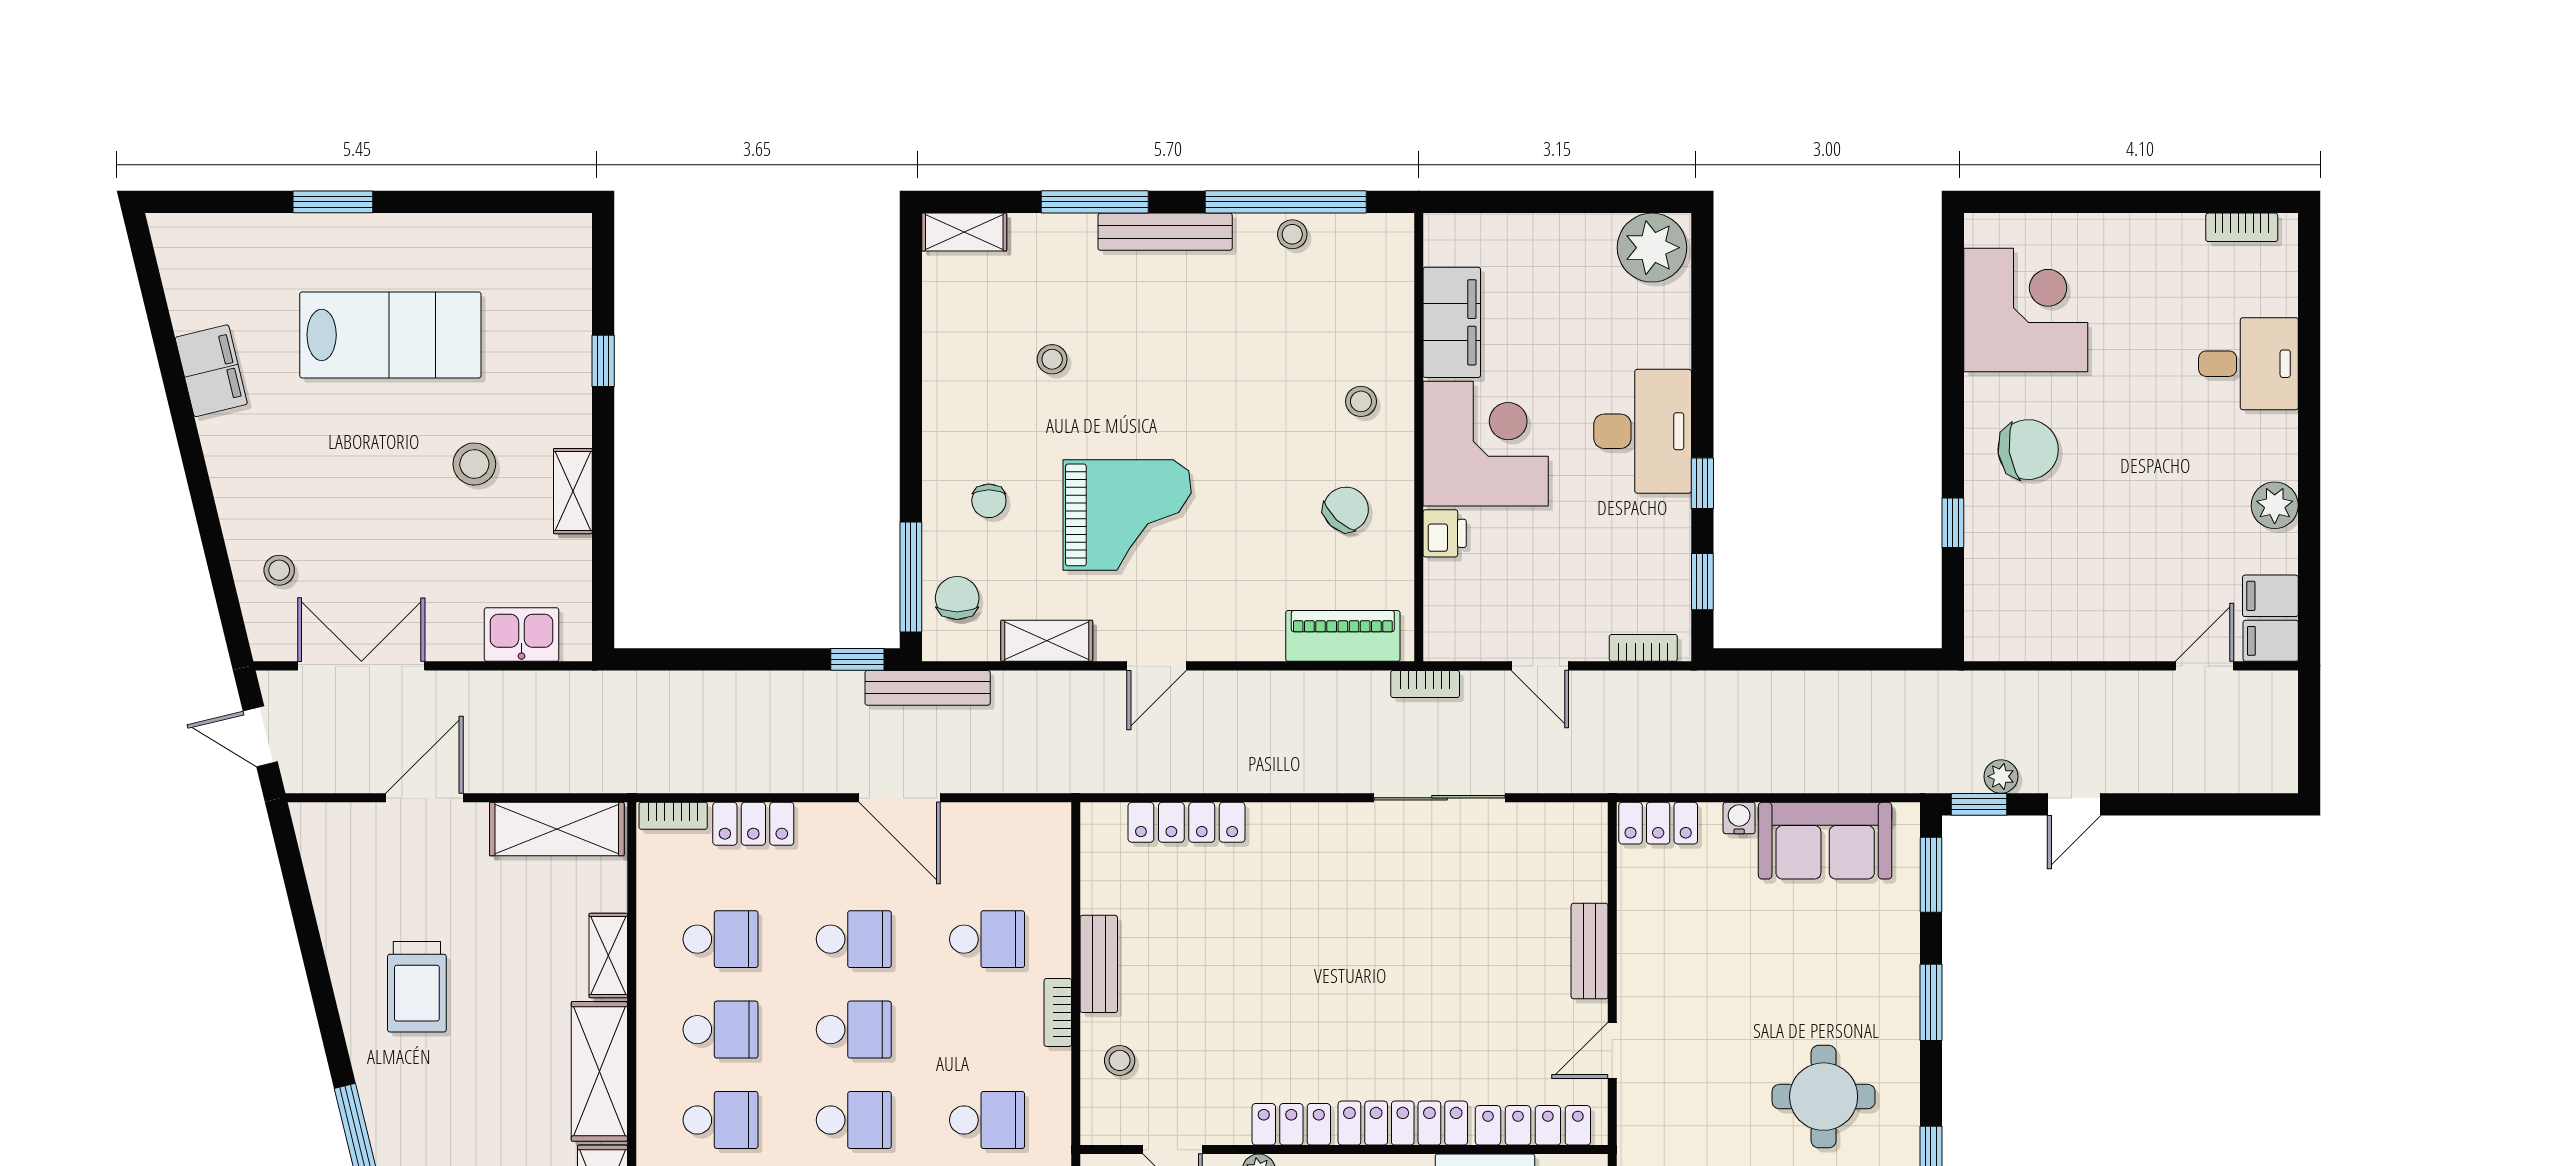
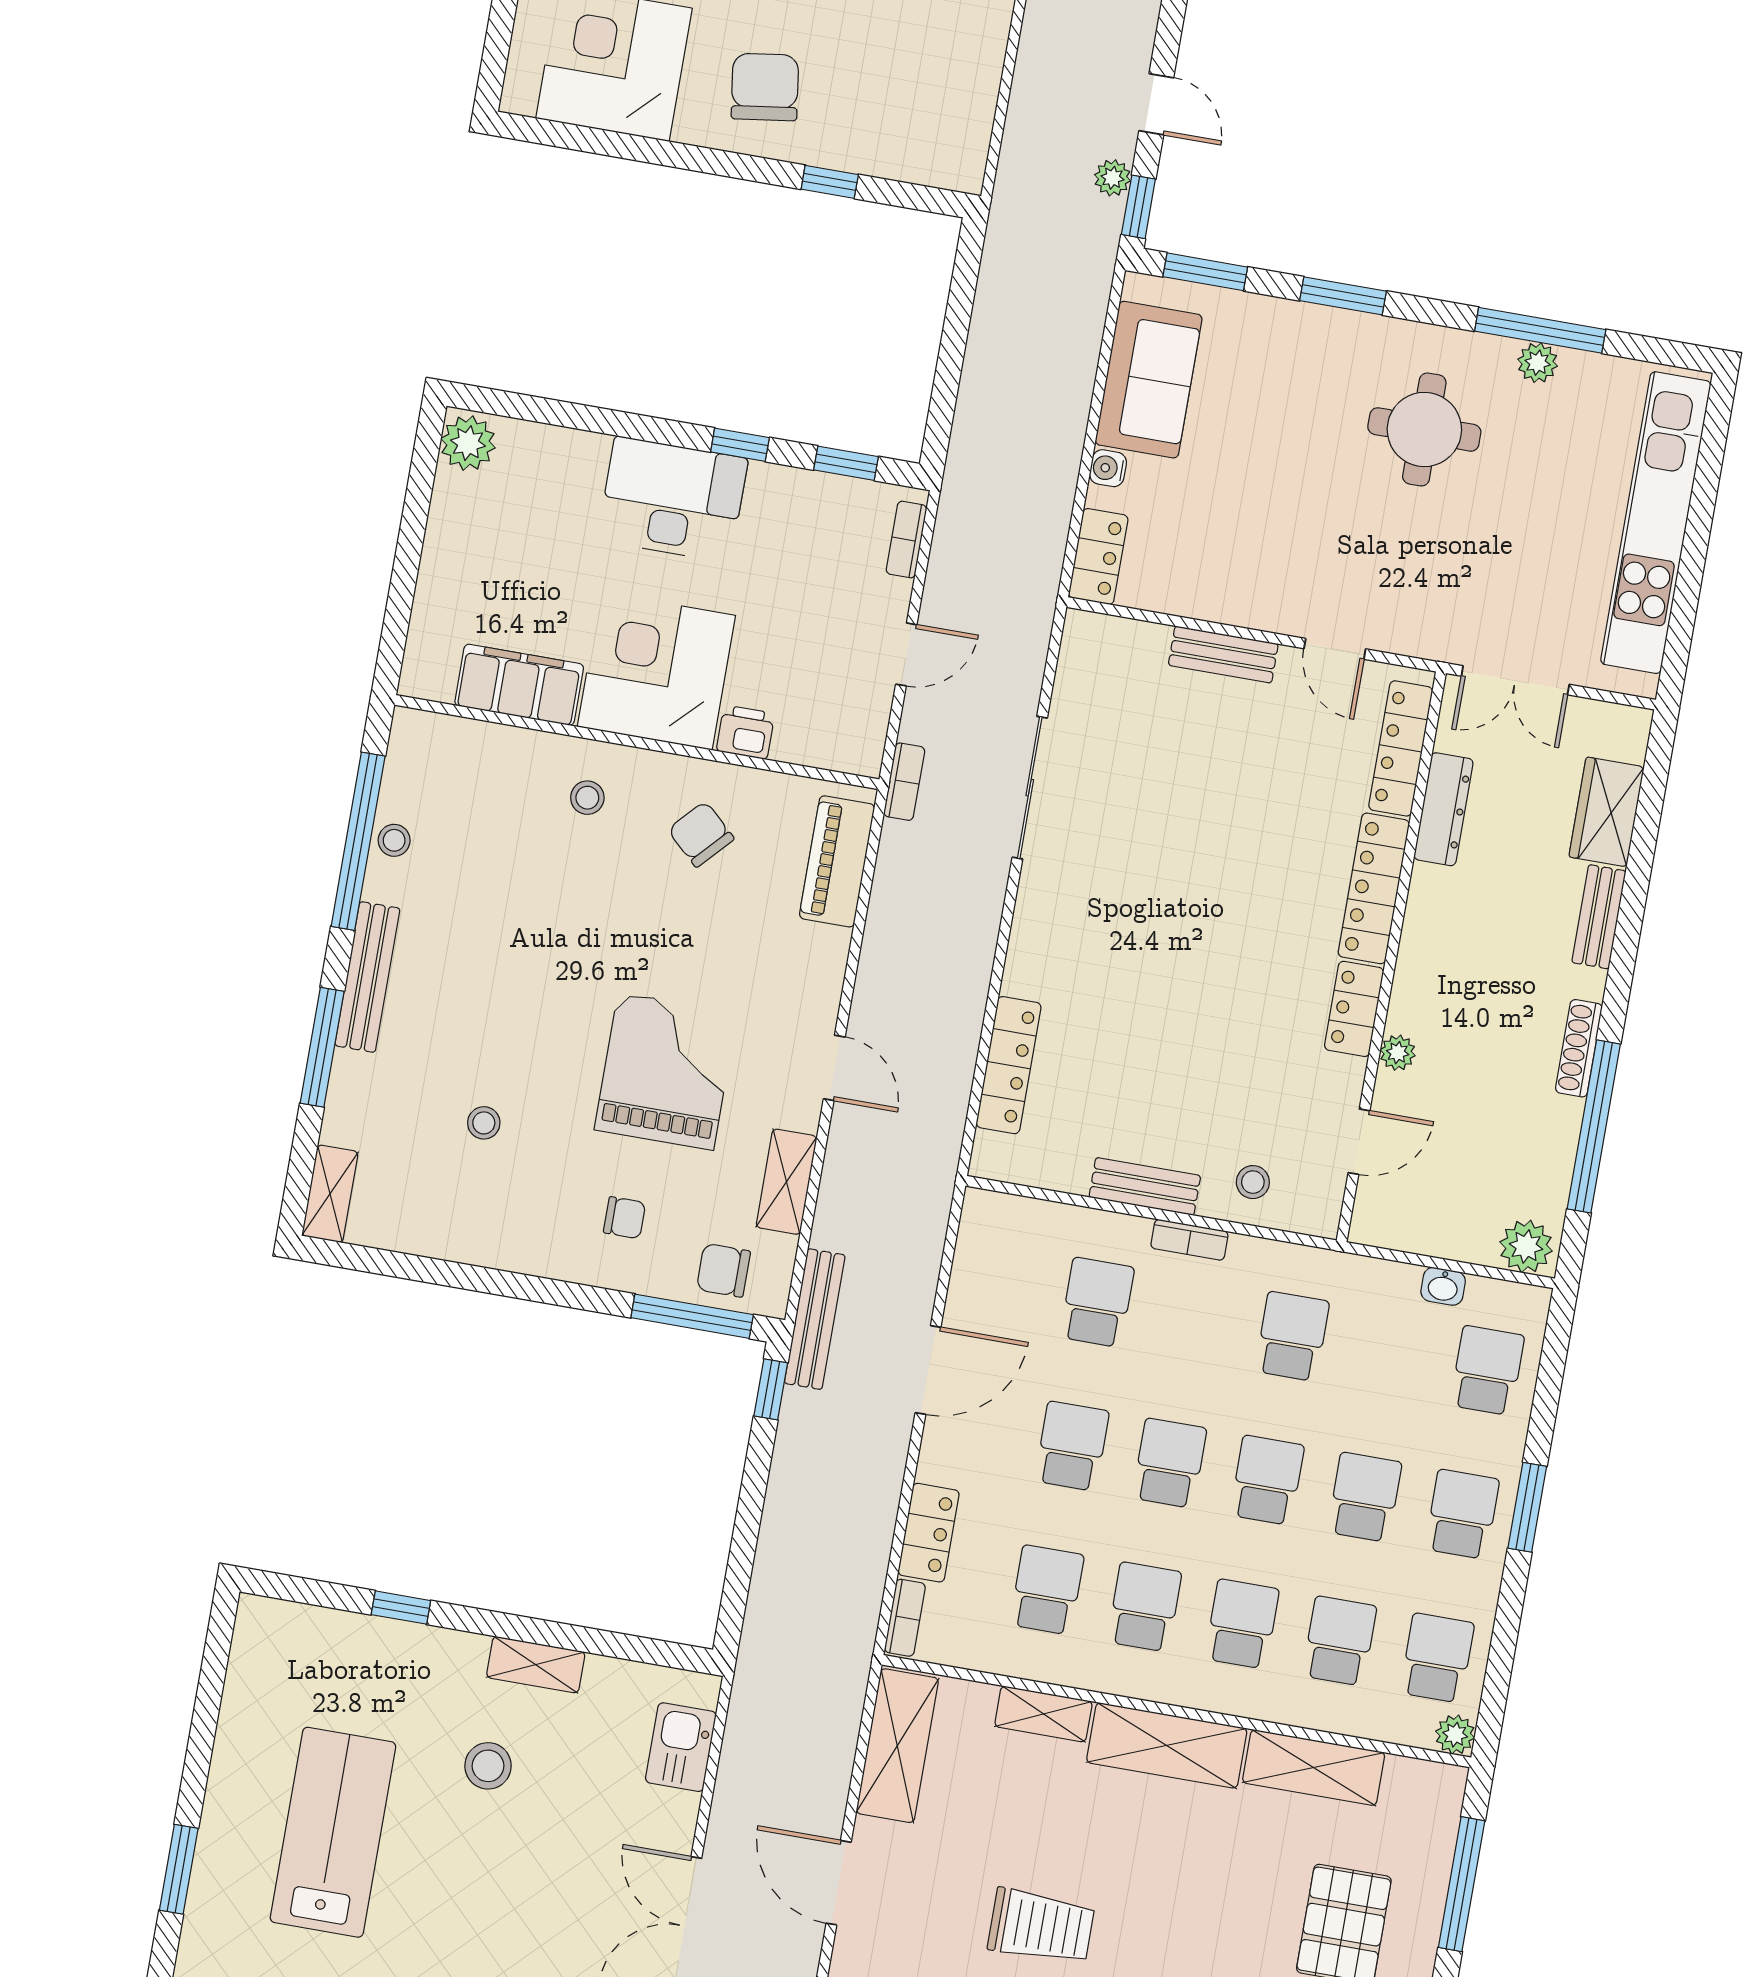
plant: (1652, 248) -> (468, 443), width x0.73, depth x0.73

